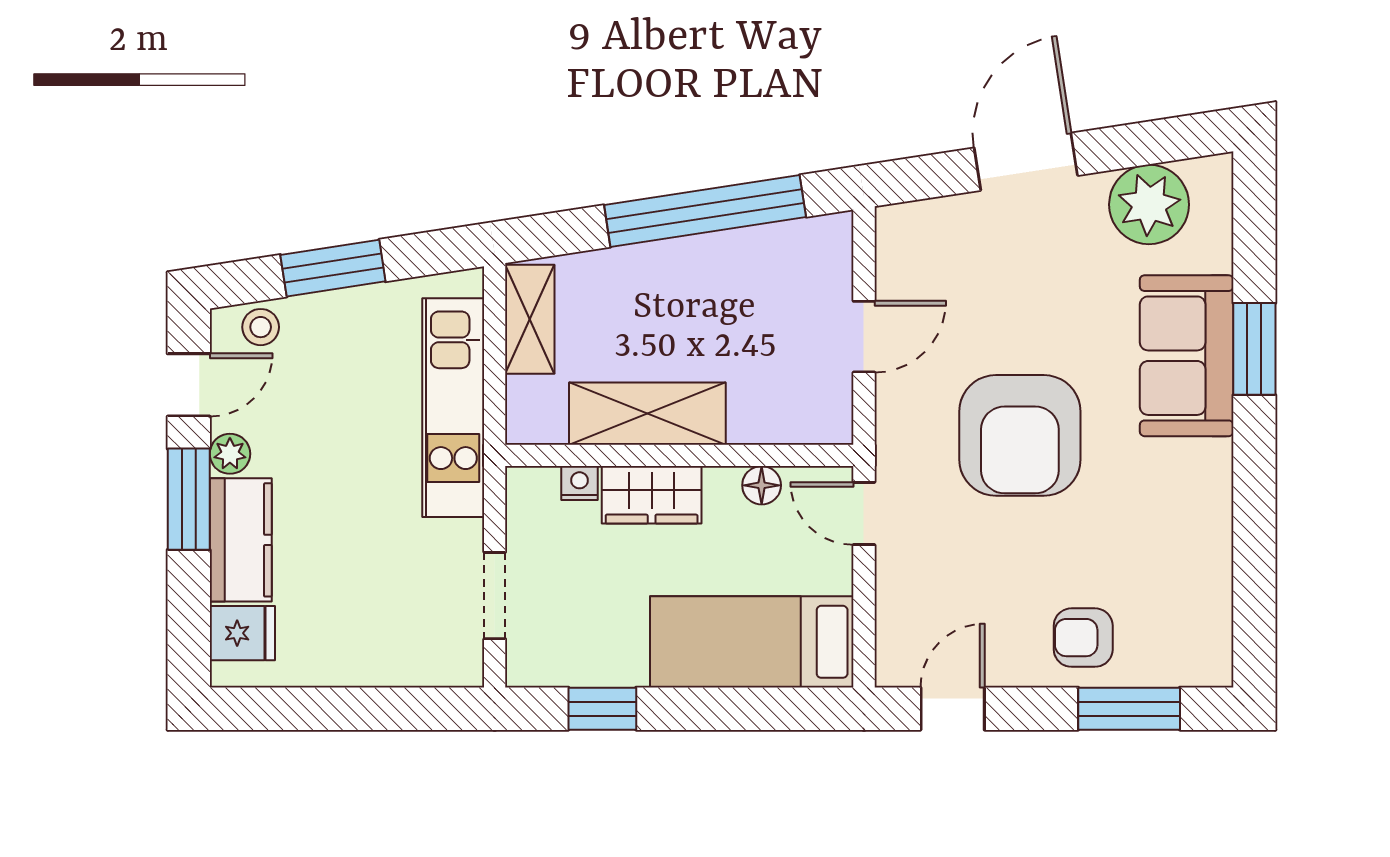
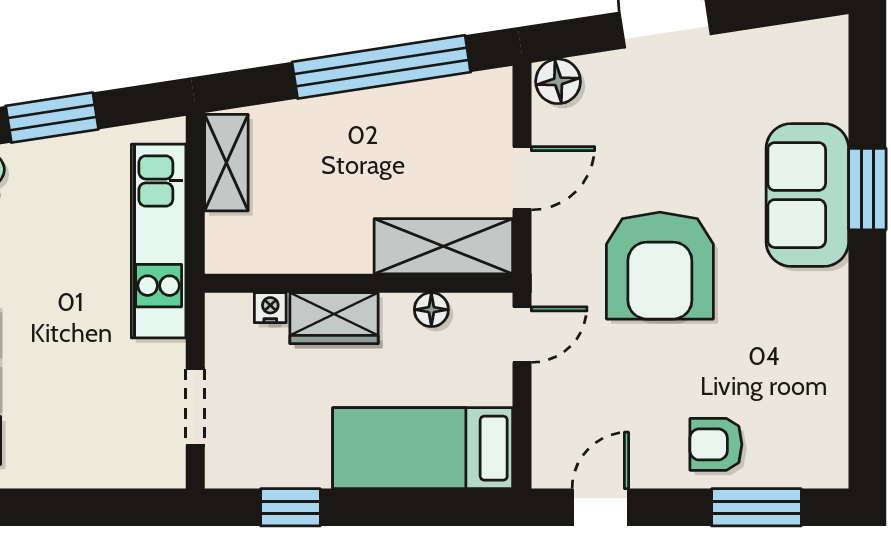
plant: (1149, 204) -> (774, 61), removed
floor lamp: (905, 227) -> (558, 81), added
shelving: (647, 414) -> (443, 246), moved
door: (864, 513) -> (522, 335), swing flipped

